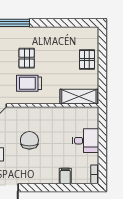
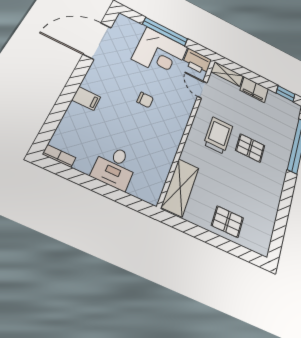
chair: (29, 140) -> (145, 100), width x0.54, depth x0.54
filing cabinet: (65, 176) -> (86, 99), moved

